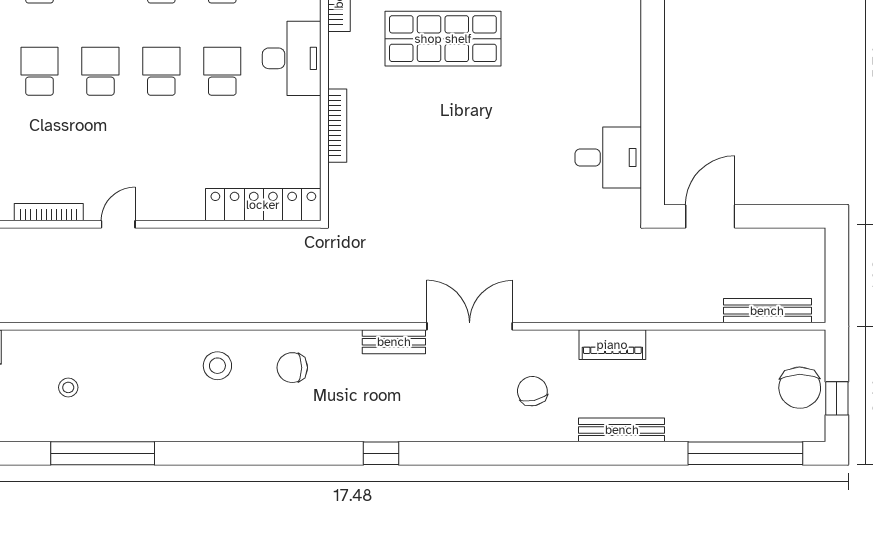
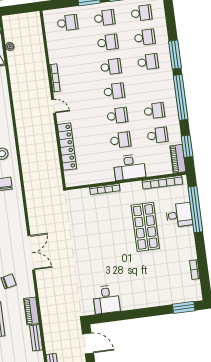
locker: (263, 205) -> (67, 147), moved
bench: (394, 342) -> (36, 338), moved

